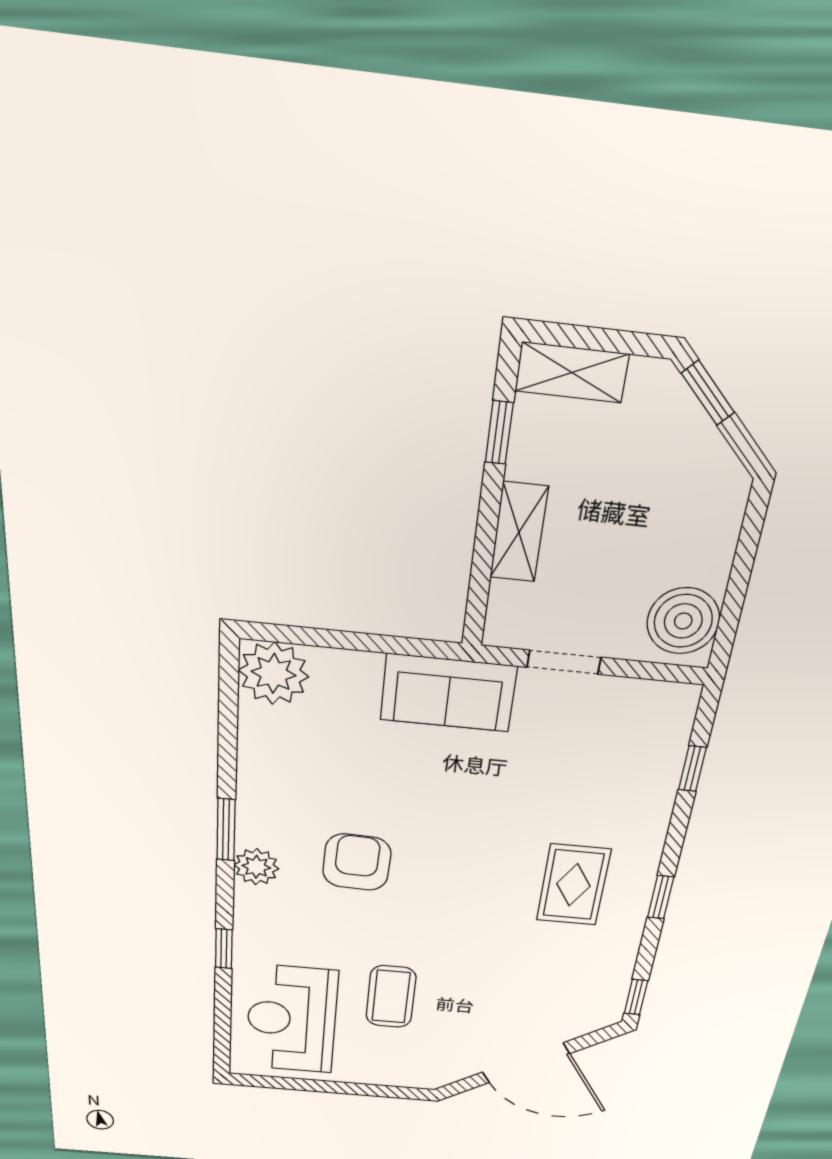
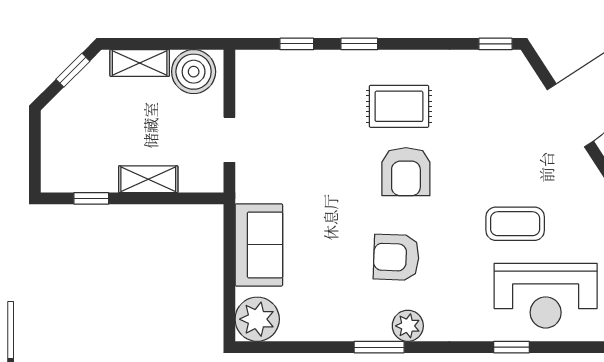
shelving: (572, 373) -> (140, 63), moved, turned 90
window: (708, 393) -> (73, 70), moved
sofa: (448, 693) -> (259, 245), moved
armchair: (479, 885) -> (406, 172), added
window: (661, 897) -> (359, 44), moved
window: (224, 949) -> (512, 347), moved

